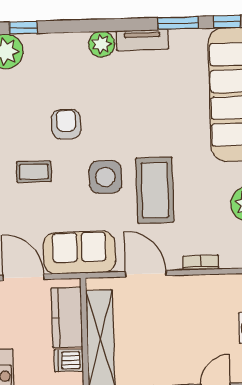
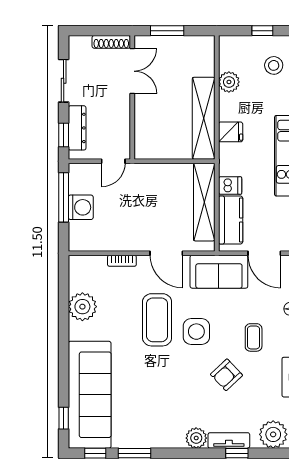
window: (23, 28) -> (237, 453), moved
tv unit: (142, 40) -> (229, 440), moved
armchair: (66, 124) -> (226, 375), turned 47
coffee table: (34, 172) -> (254, 337), turned 90

